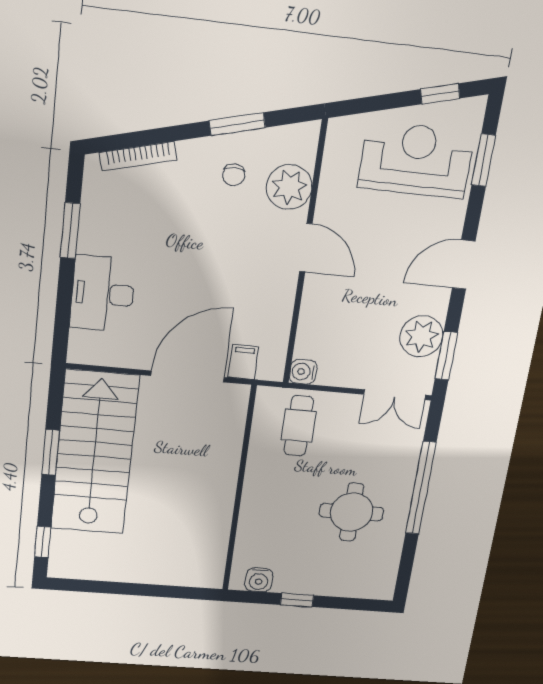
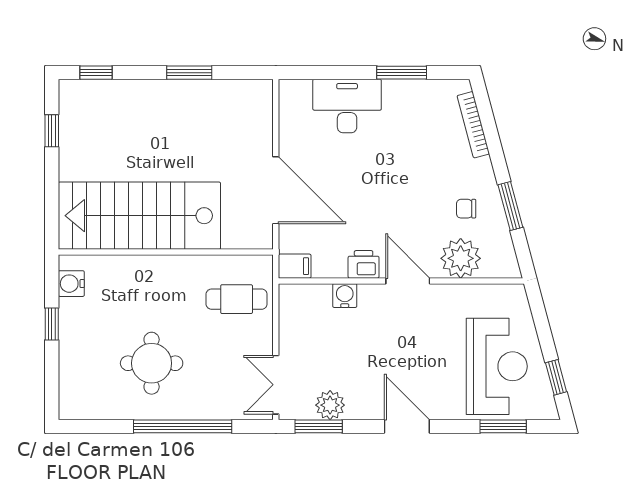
door: (306, 248) -> (408, 281), swing flipped
printer: (281, 293) -> (364, 264), added
plant: (421, 336) -> (330, 405), width x0.73, depth x0.73
filing cabinet: (243, 362) -> (295, 266), moved
water cooler: (303, 372) -> (345, 296), moved
stairs: (95, 453) -> (139, 216), moved, turned 180
window: (100, 587) -> (52, 131), added

